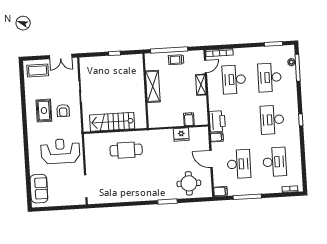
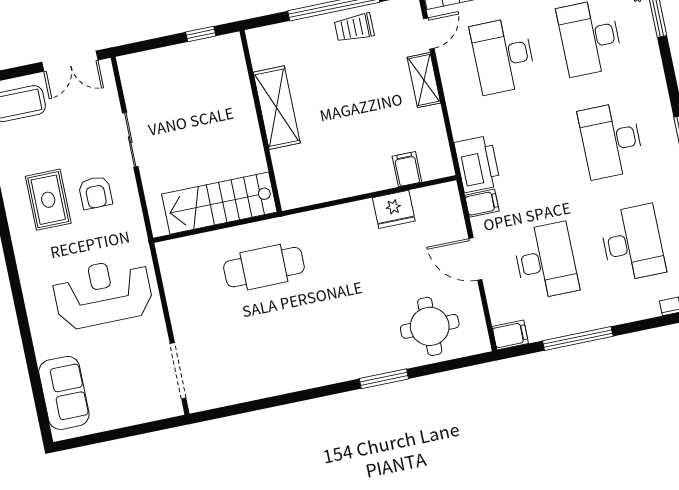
shelving: (153, 86) -> (277, 108), moved
wall: (146, 91) -> (261, 121), moved

